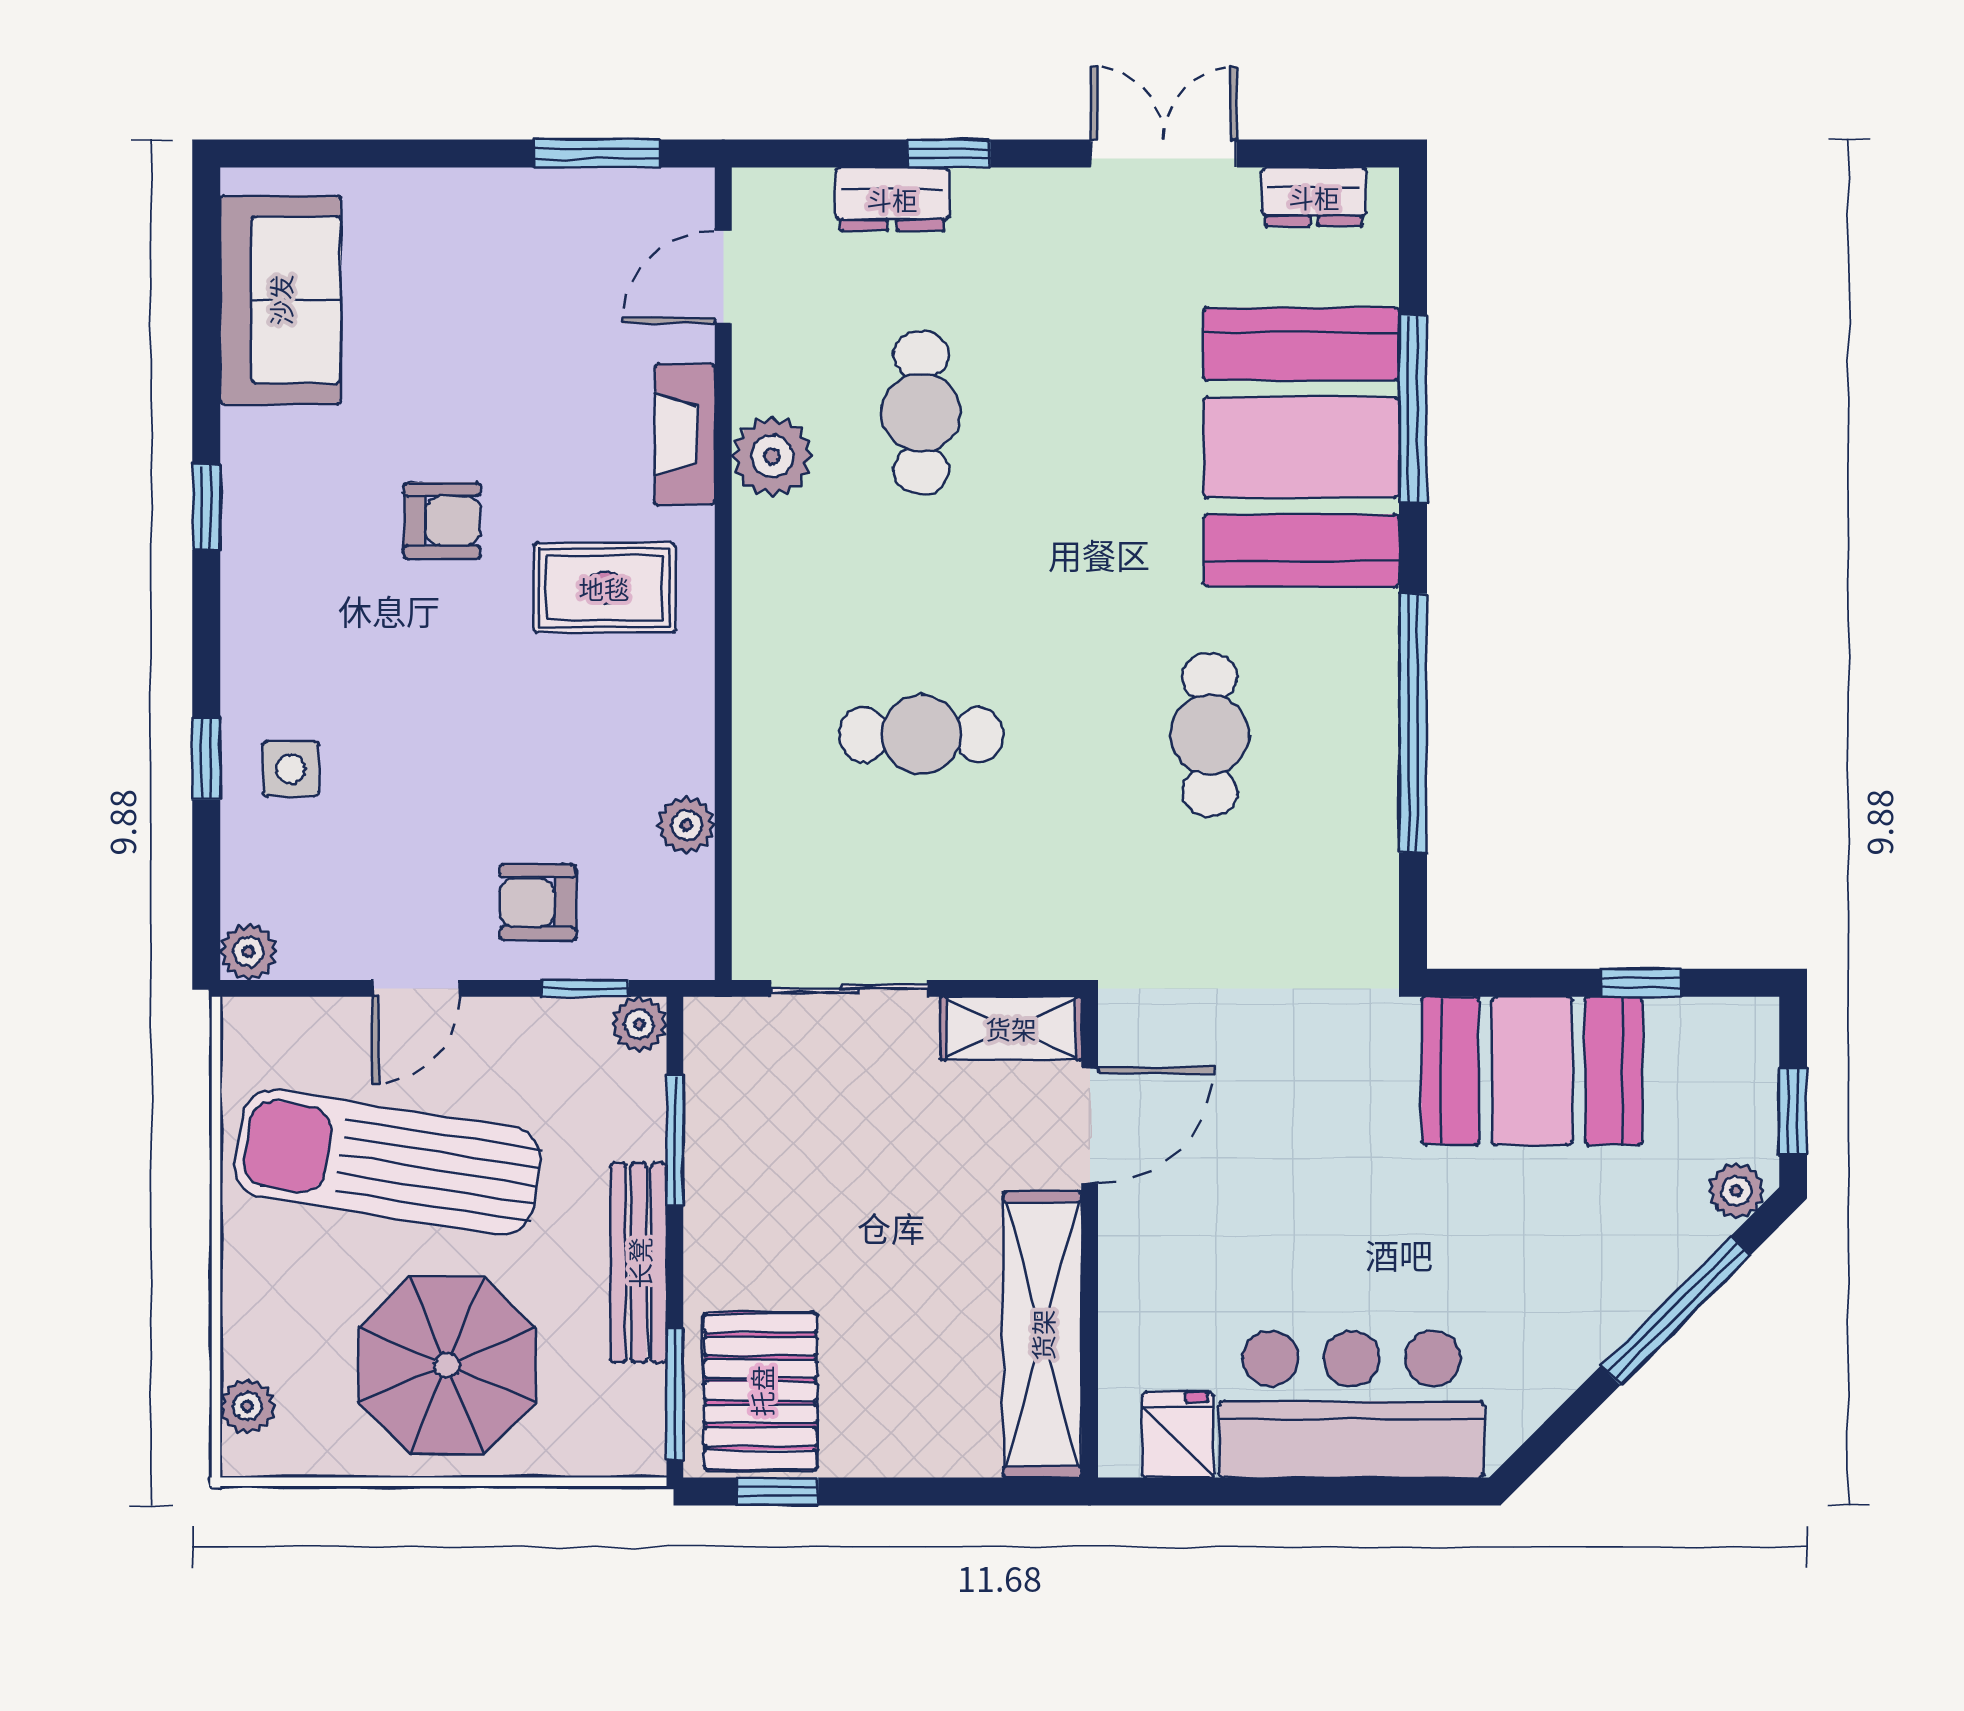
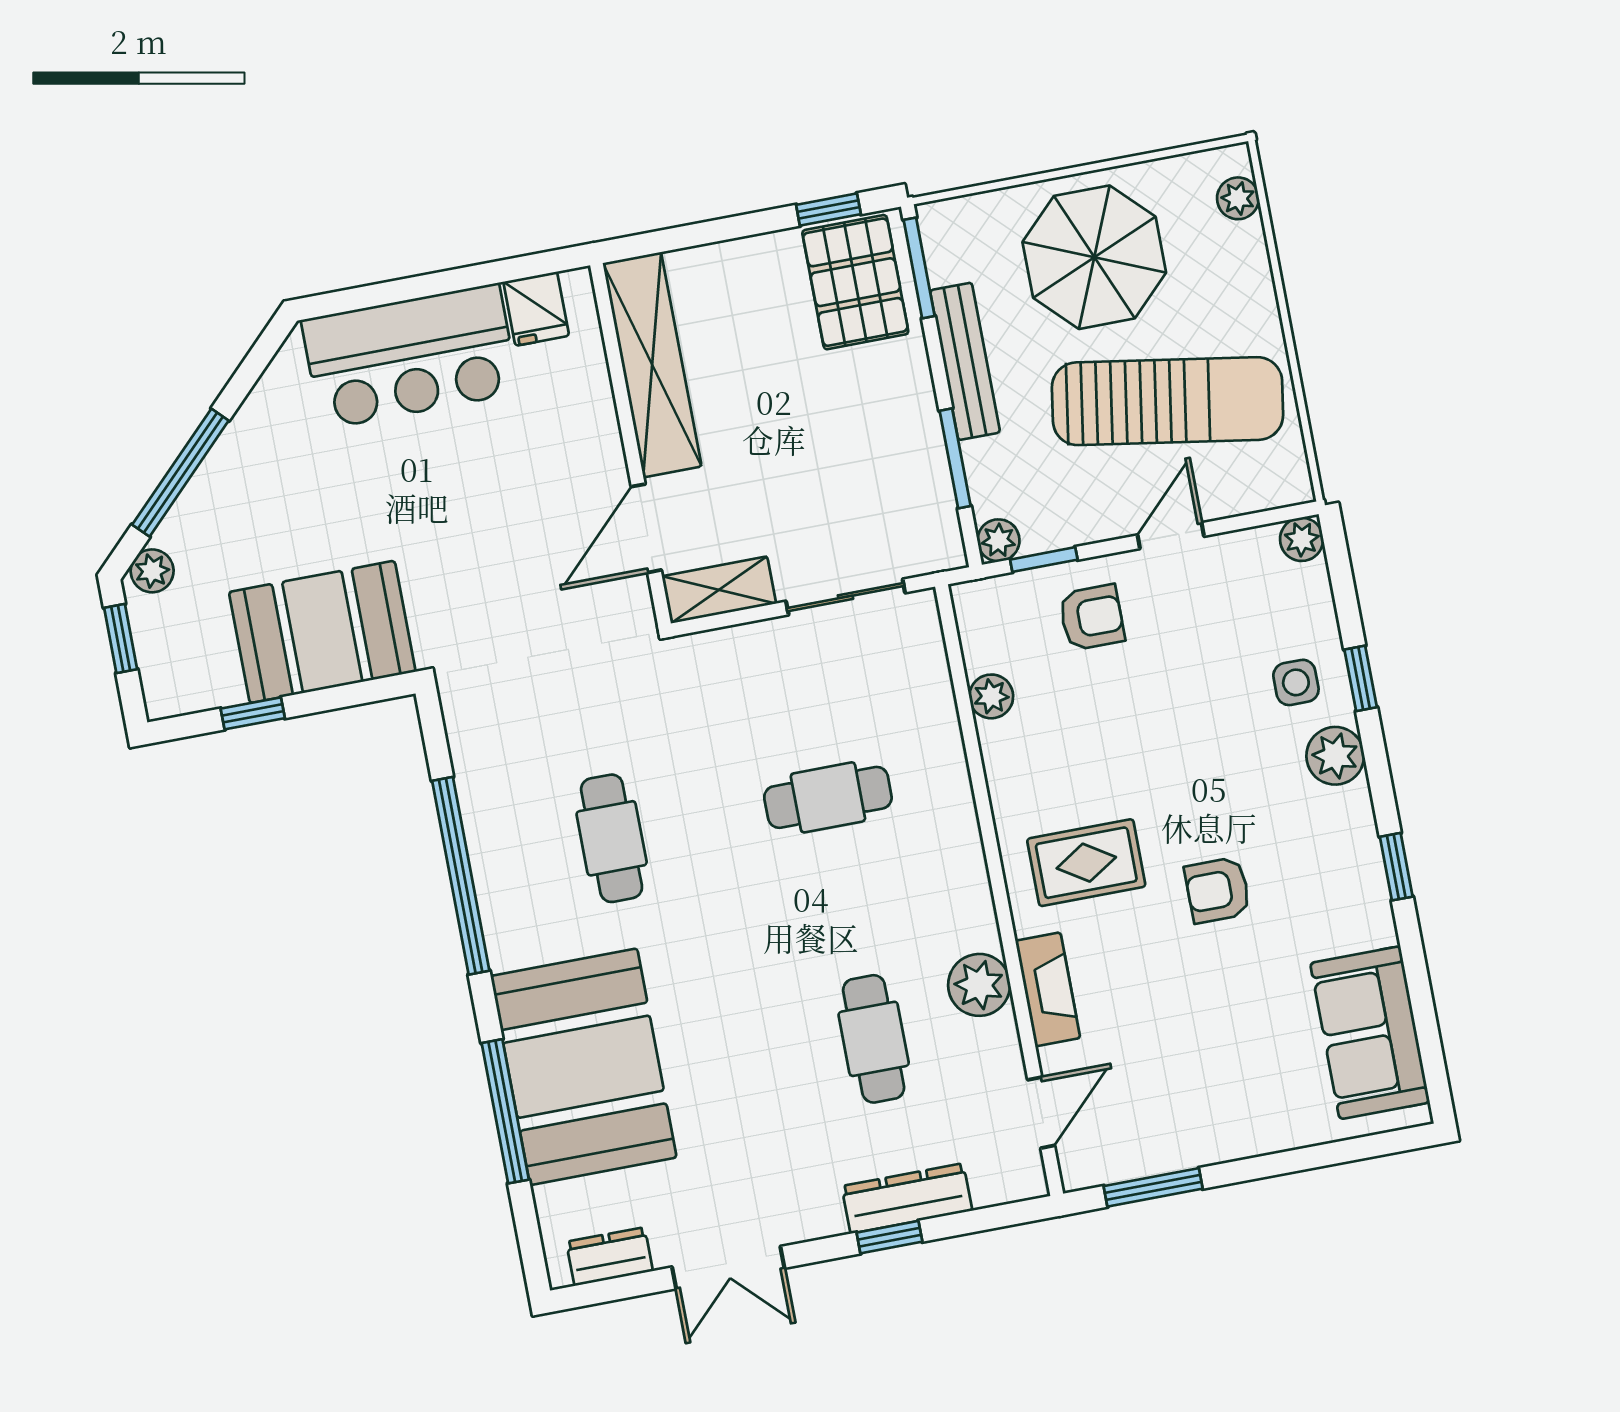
dresser: (892, 199) -> (907, 1198), width x1.44
plant: (258, 665) -> (1335, 756), added

